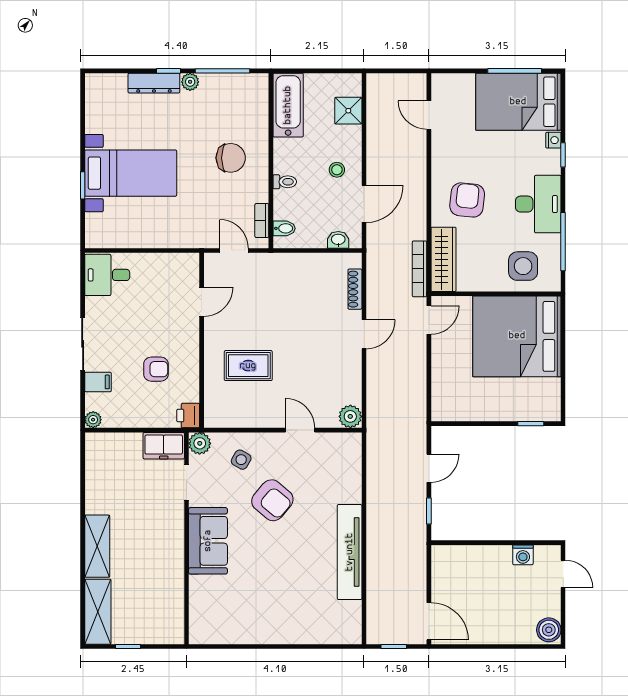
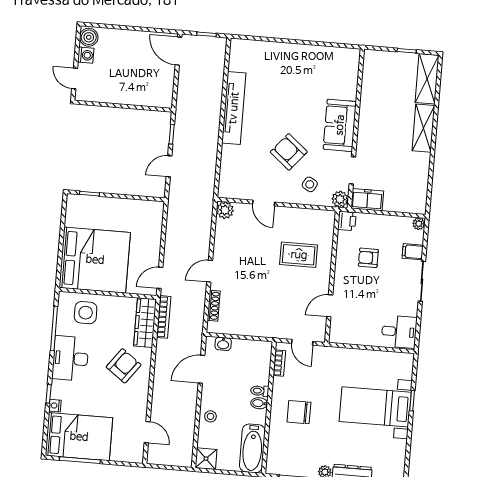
shower: (348, 111) -> (206, 459), moved
stool: (337, 170) -> (210, 416), moved
armchair: (467, 200) -> (124, 366), turned -149
bidet: (284, 228) -> (259, 403), moved
washing machine: (523, 555) -> (86, 55), moved, turned 90

